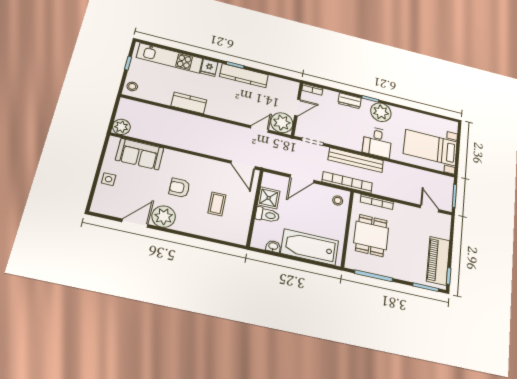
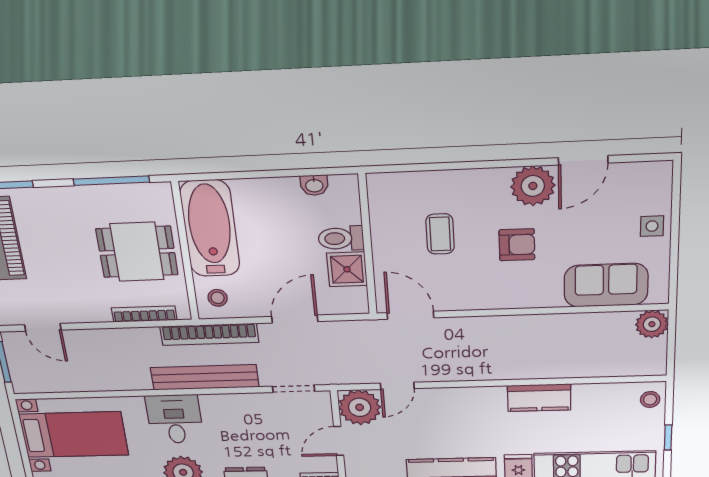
dining table: (371, 235) -> (137, 252), turned 90
bathtub: (310, 247) -> (210, 229), moved, turned -90

